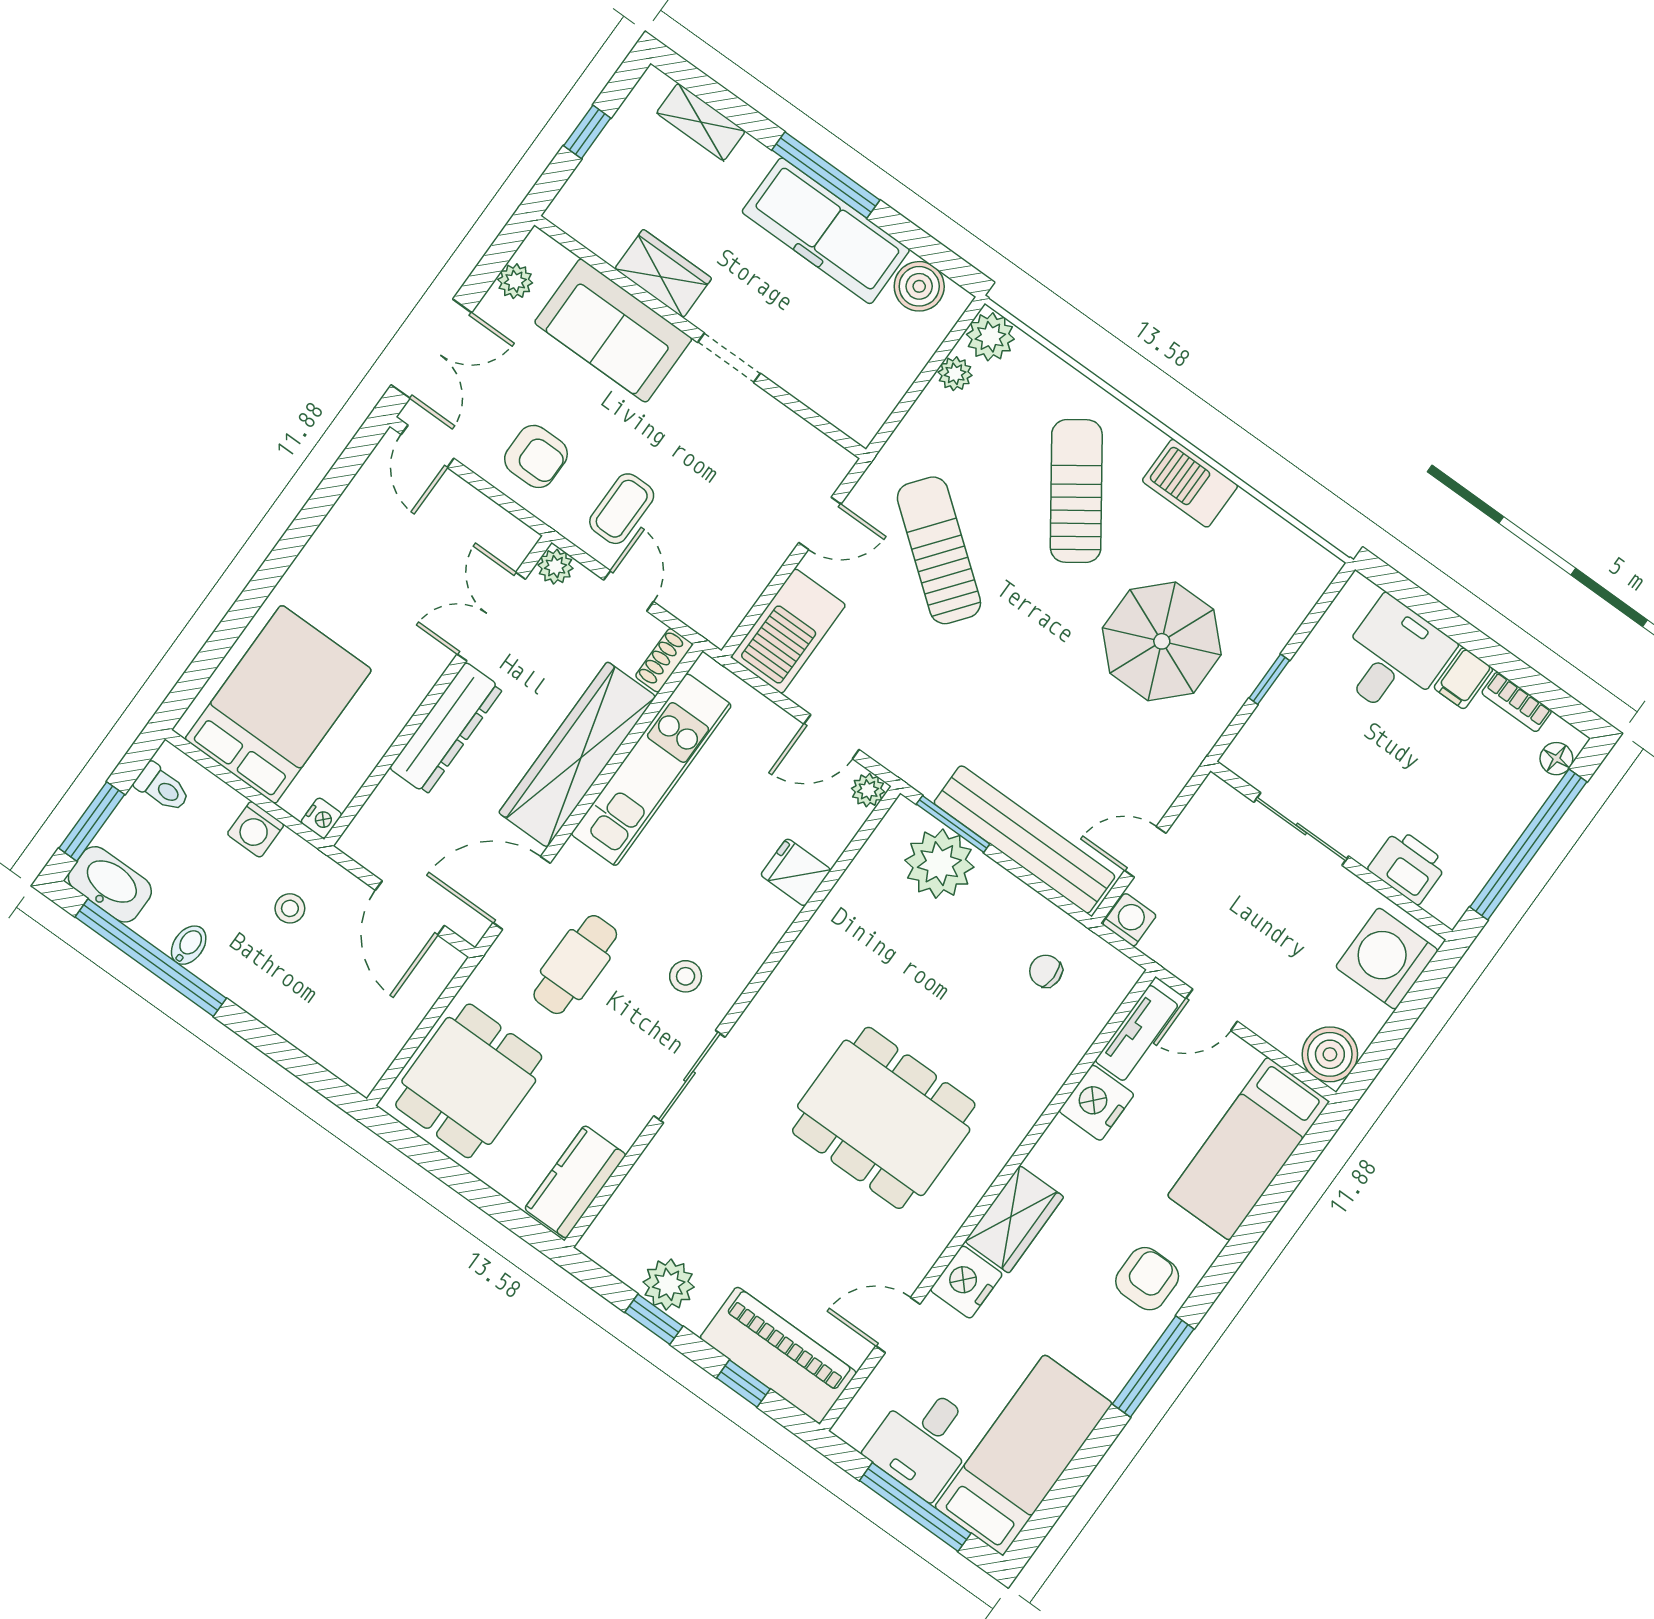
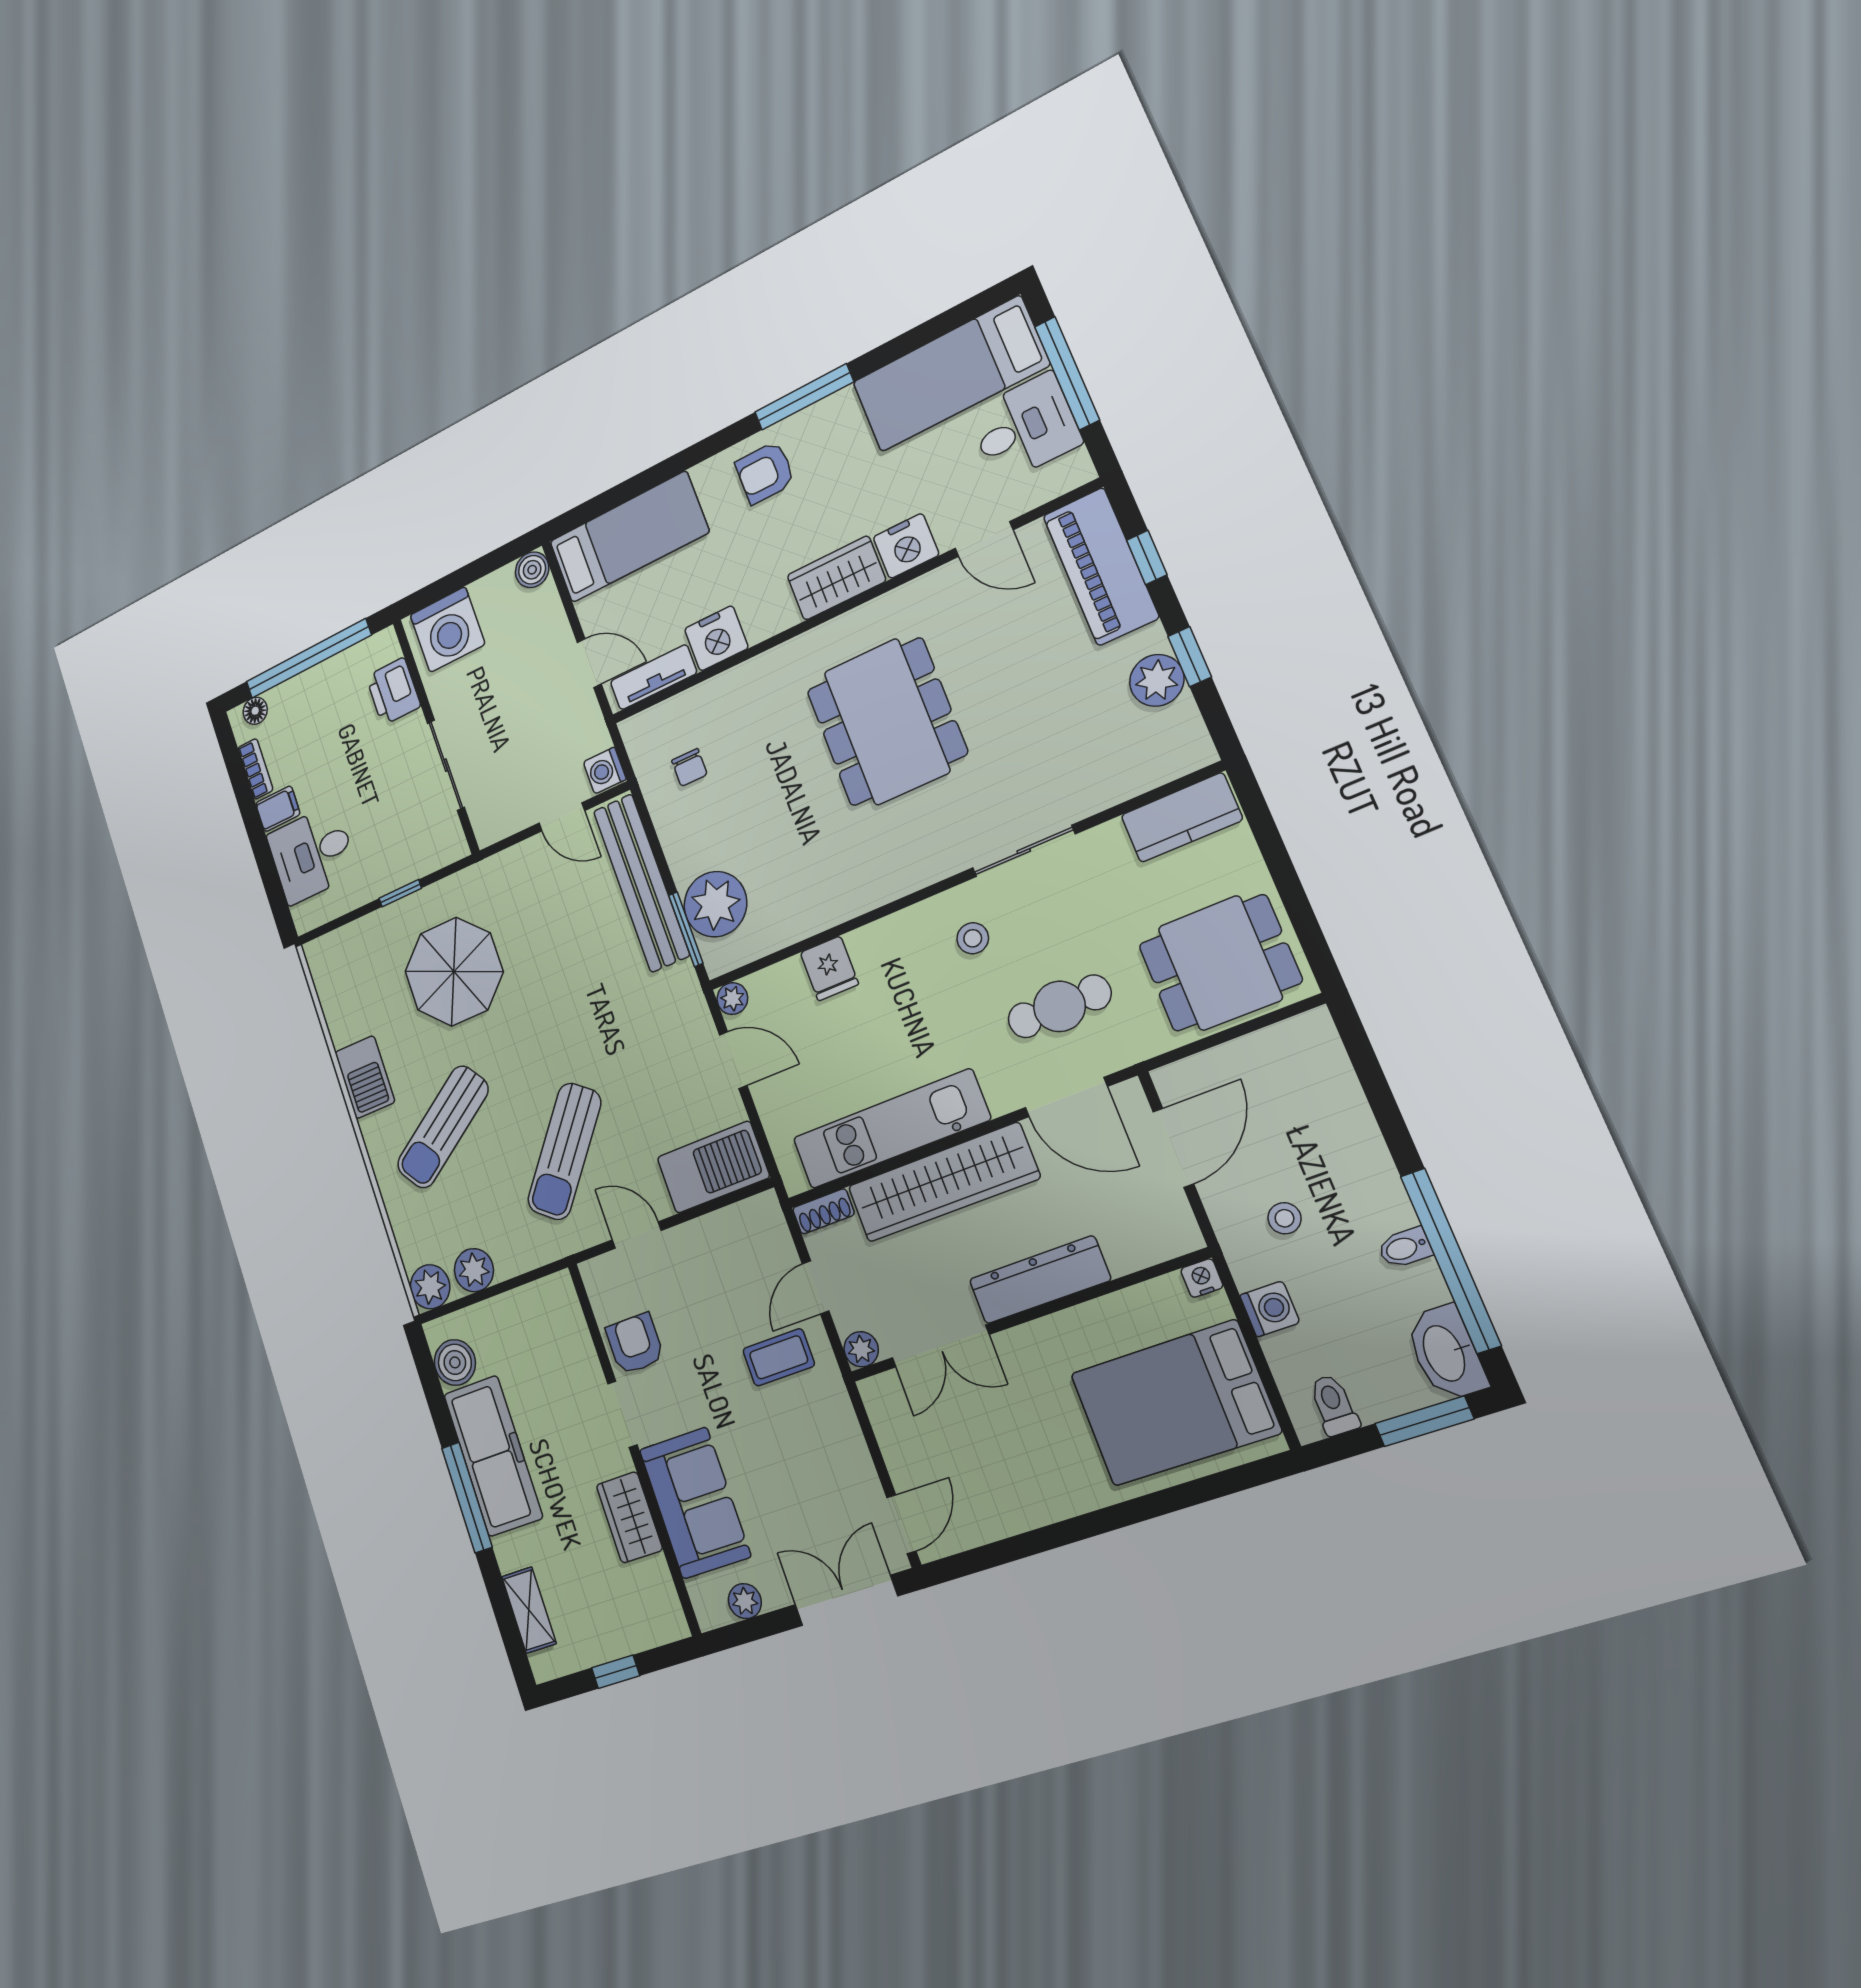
plant: (955, 374) -> (474, 1270), width x1.38, depth x1.38
armchair: (536, 456) -> (635, 1344), moved
boiler: (1330, 1054) -> (532, 570), width x0.73, depth x0.73

